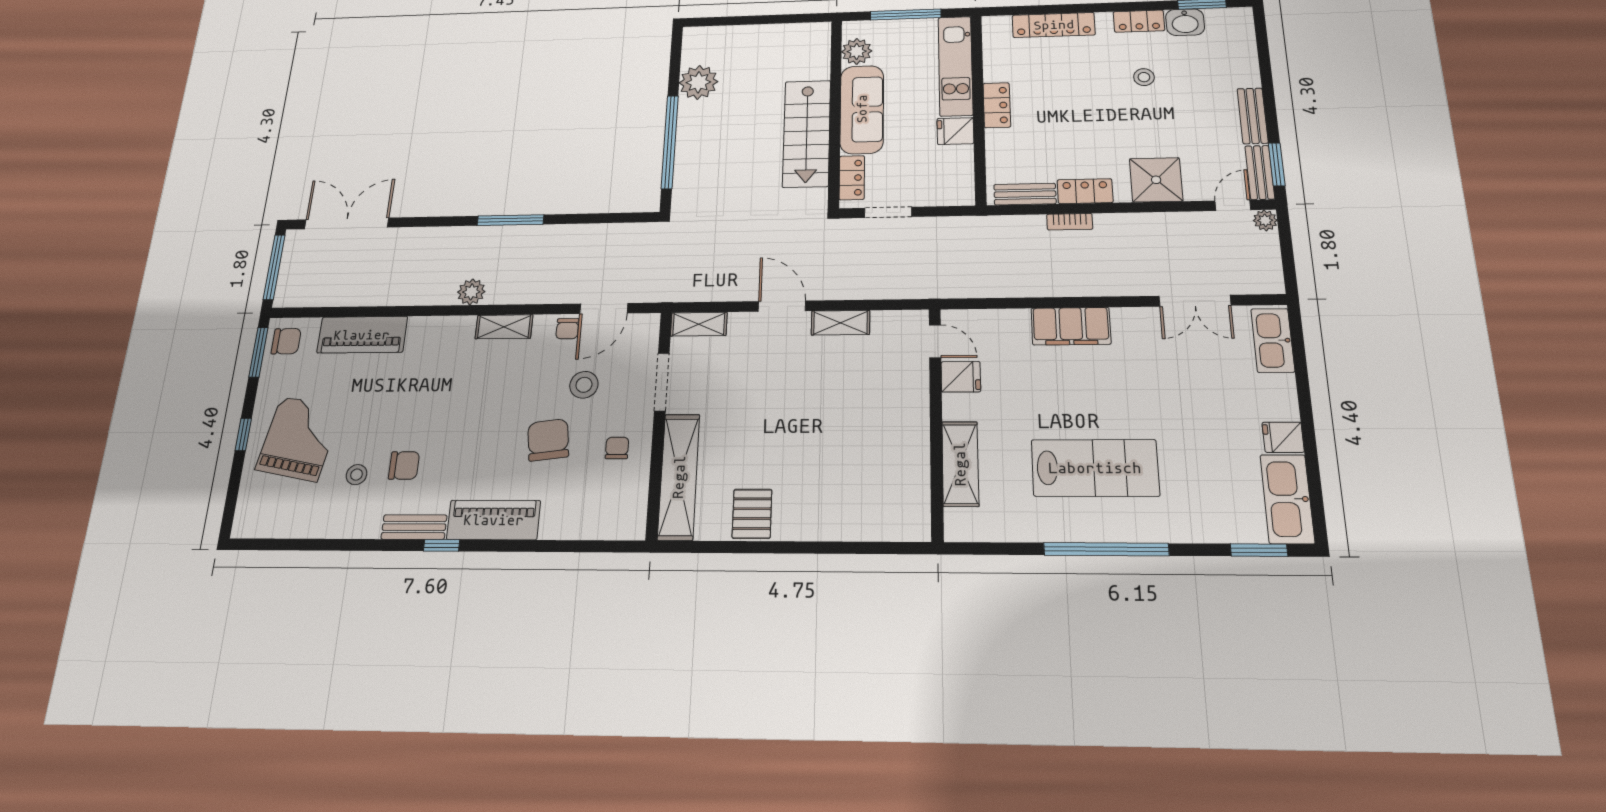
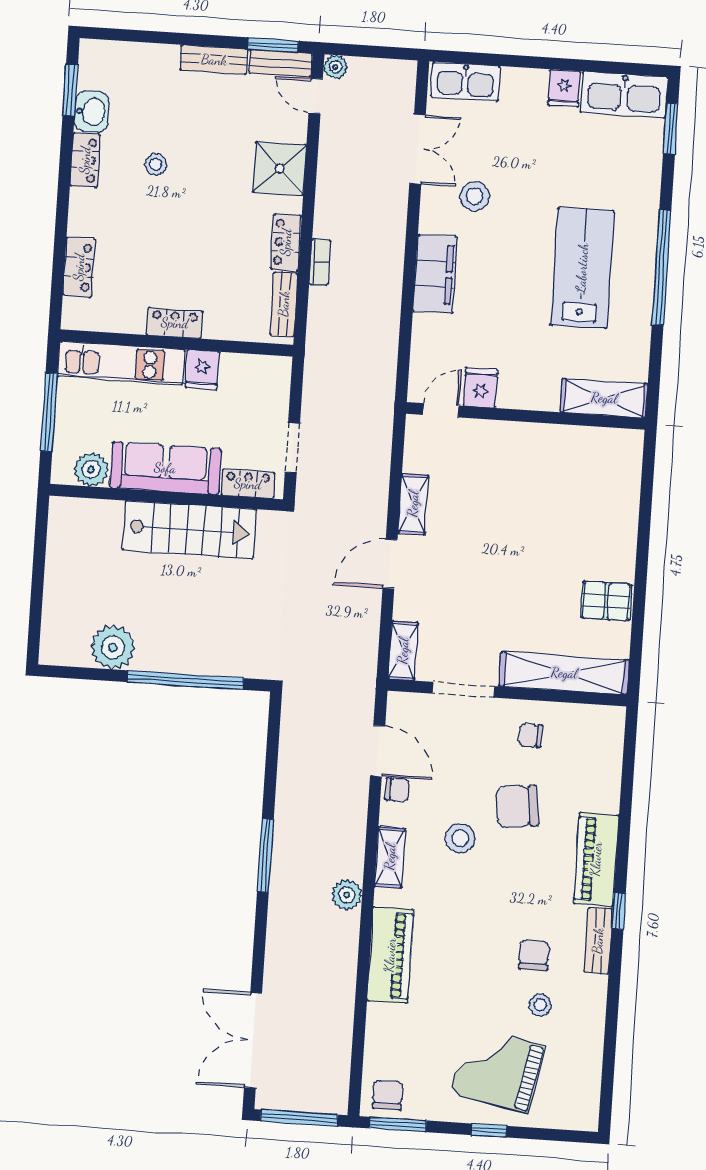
locker: (1054, 25) -> (79, 267), width x0.66
piano: (362, 335) -> (390, 955), moved
stool: (1155, 358) -> (475, 196), added
stool: (584, 385) -> (460, 838), moved
shelving: (960, 464) -> (604, 398), moved

